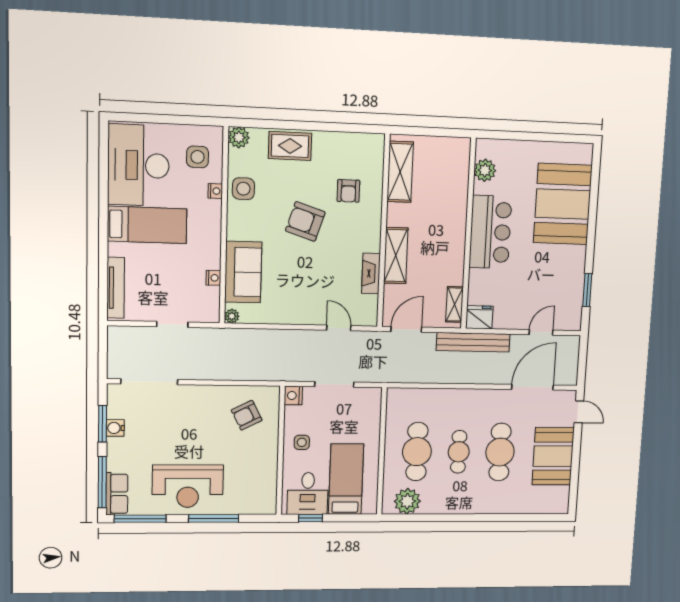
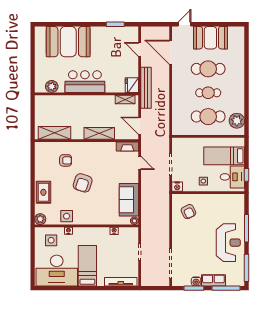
sofa: (243, 272) -> (129, 200), moved, turned -90
fireplace: (371, 273) -> (127, 147), moved
door: (339, 328) -> (140, 163), swing flipped
row of seats: (117, 494) -> (213, 280), moved

